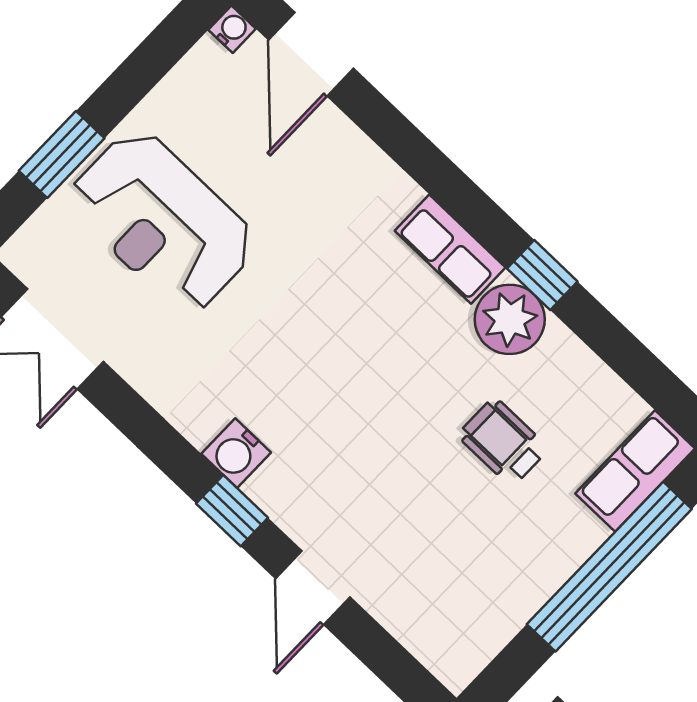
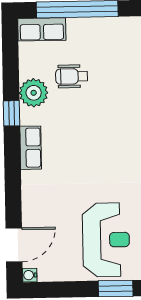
plant: (510, 319) -> (34, 93), moved
wheelchair: (503, 442) -> (72, 76), turned 90

